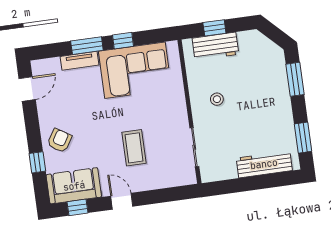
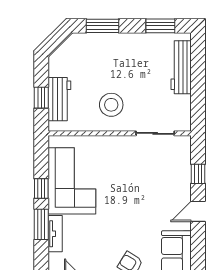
stool: (217, 99) -> (111, 105), width x1.89, depth x1.89
coffee table: (134, 148) -> (147, 192), removed
window: (78, 207) -> (198, 174), moved

